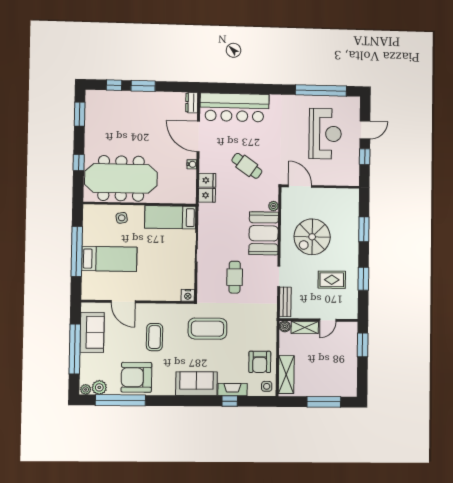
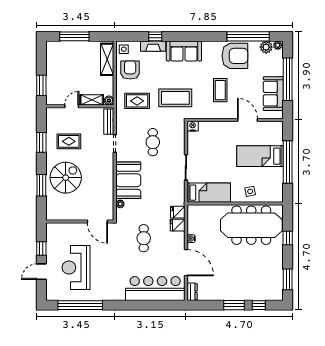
cafe table: (247, 166) -> (144, 238), turned 55
spiral stairs: (312, 237) -> (66, 178), moved
rug: (252, 326) -> (137, 101), added

